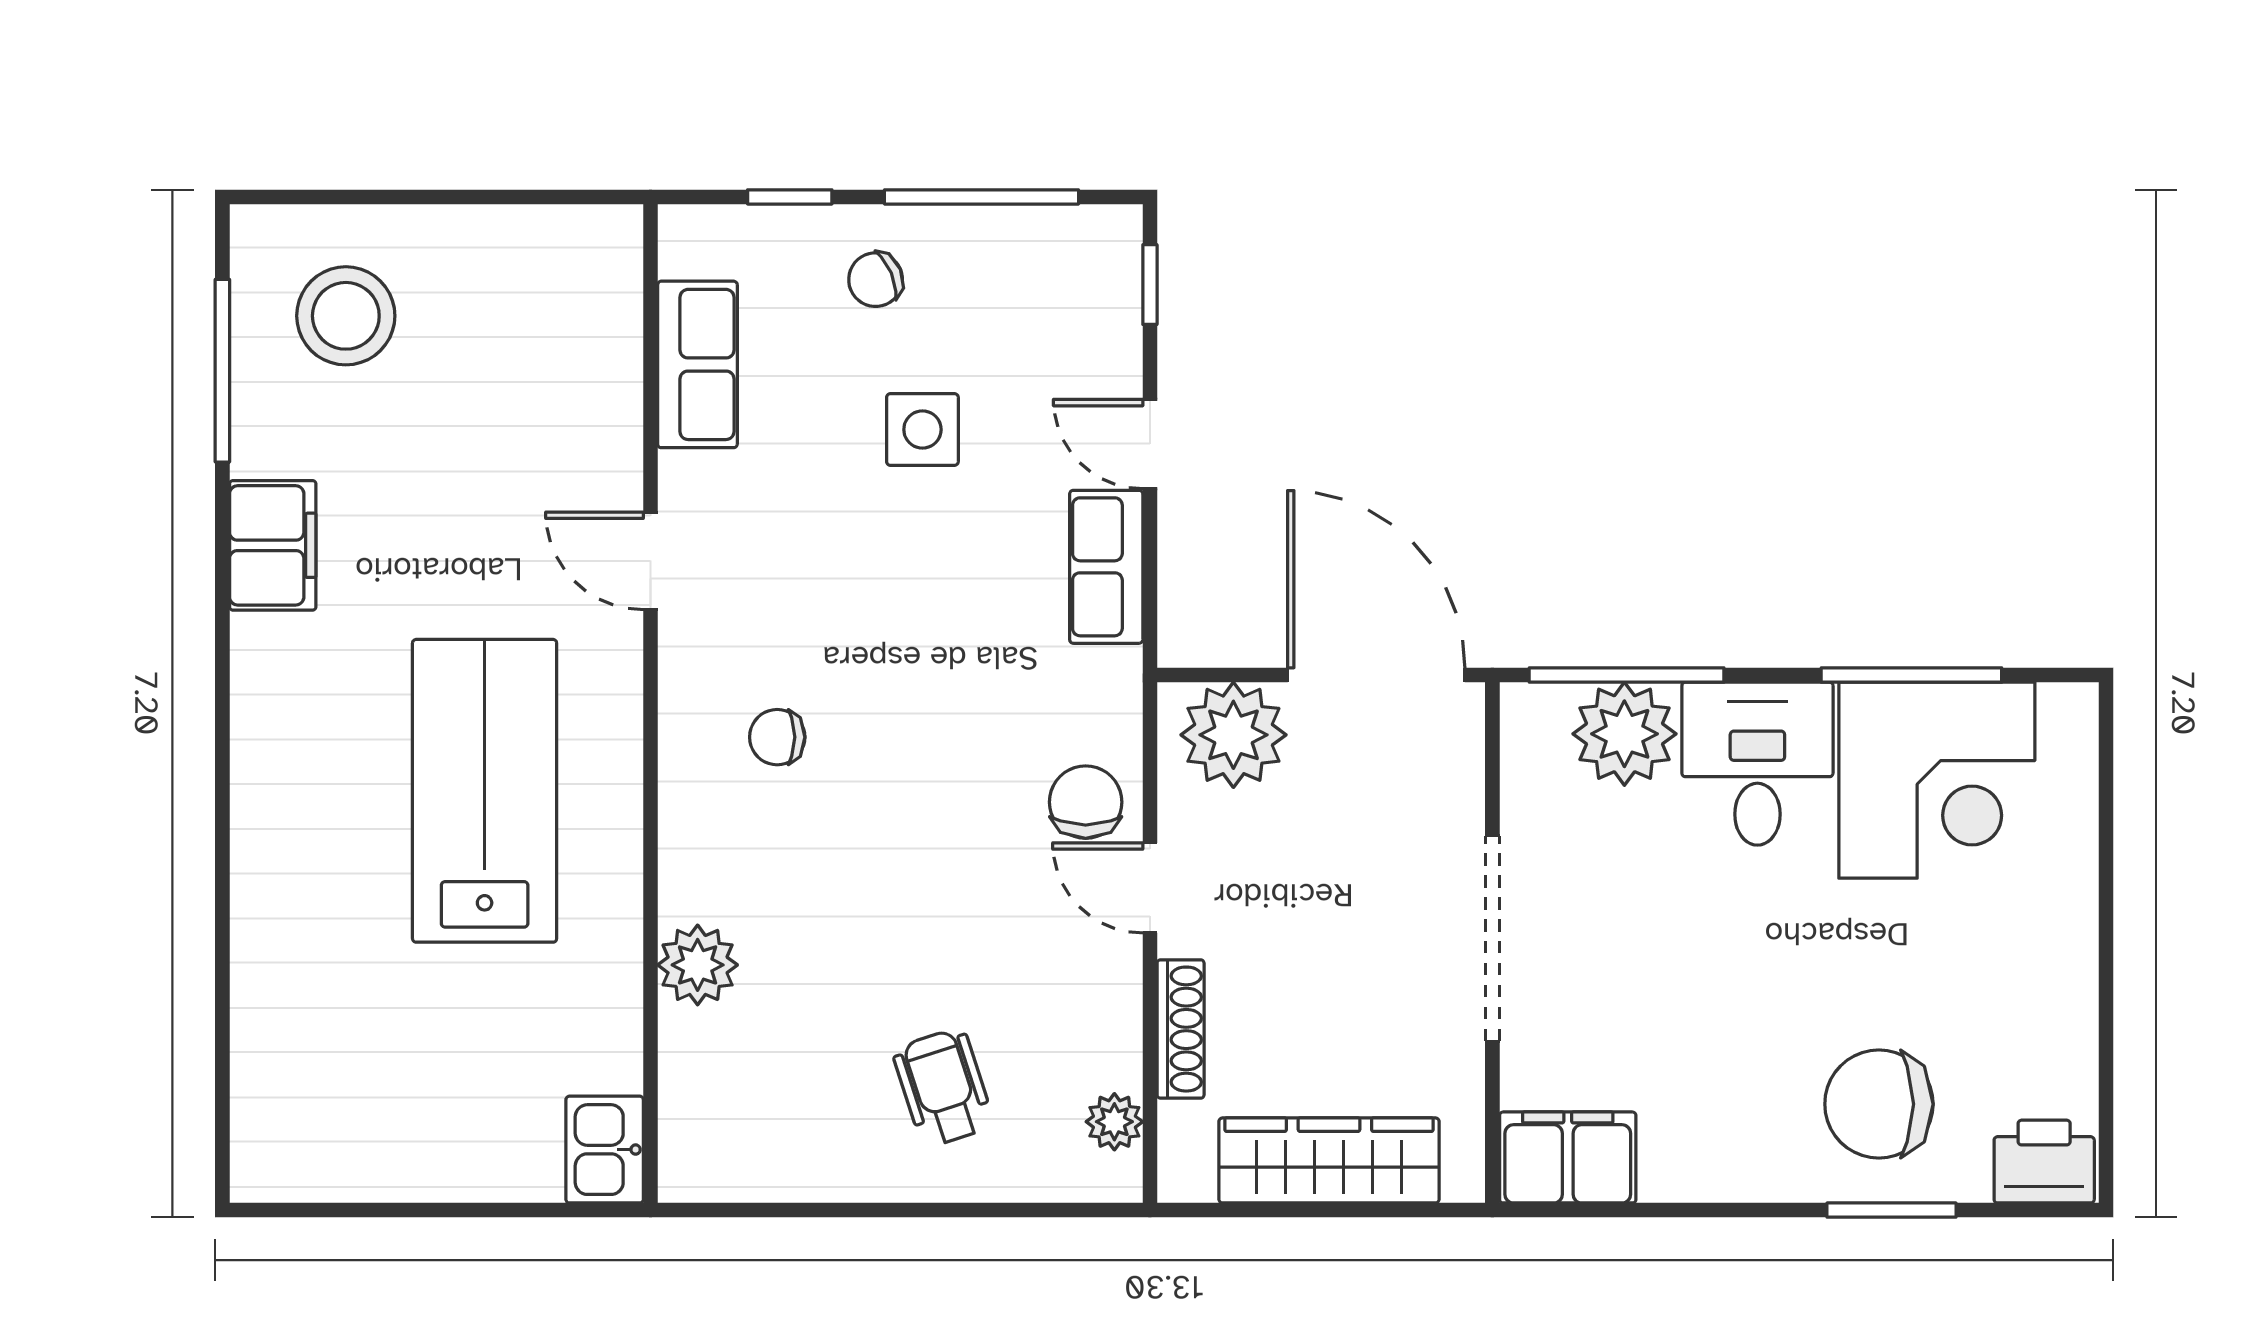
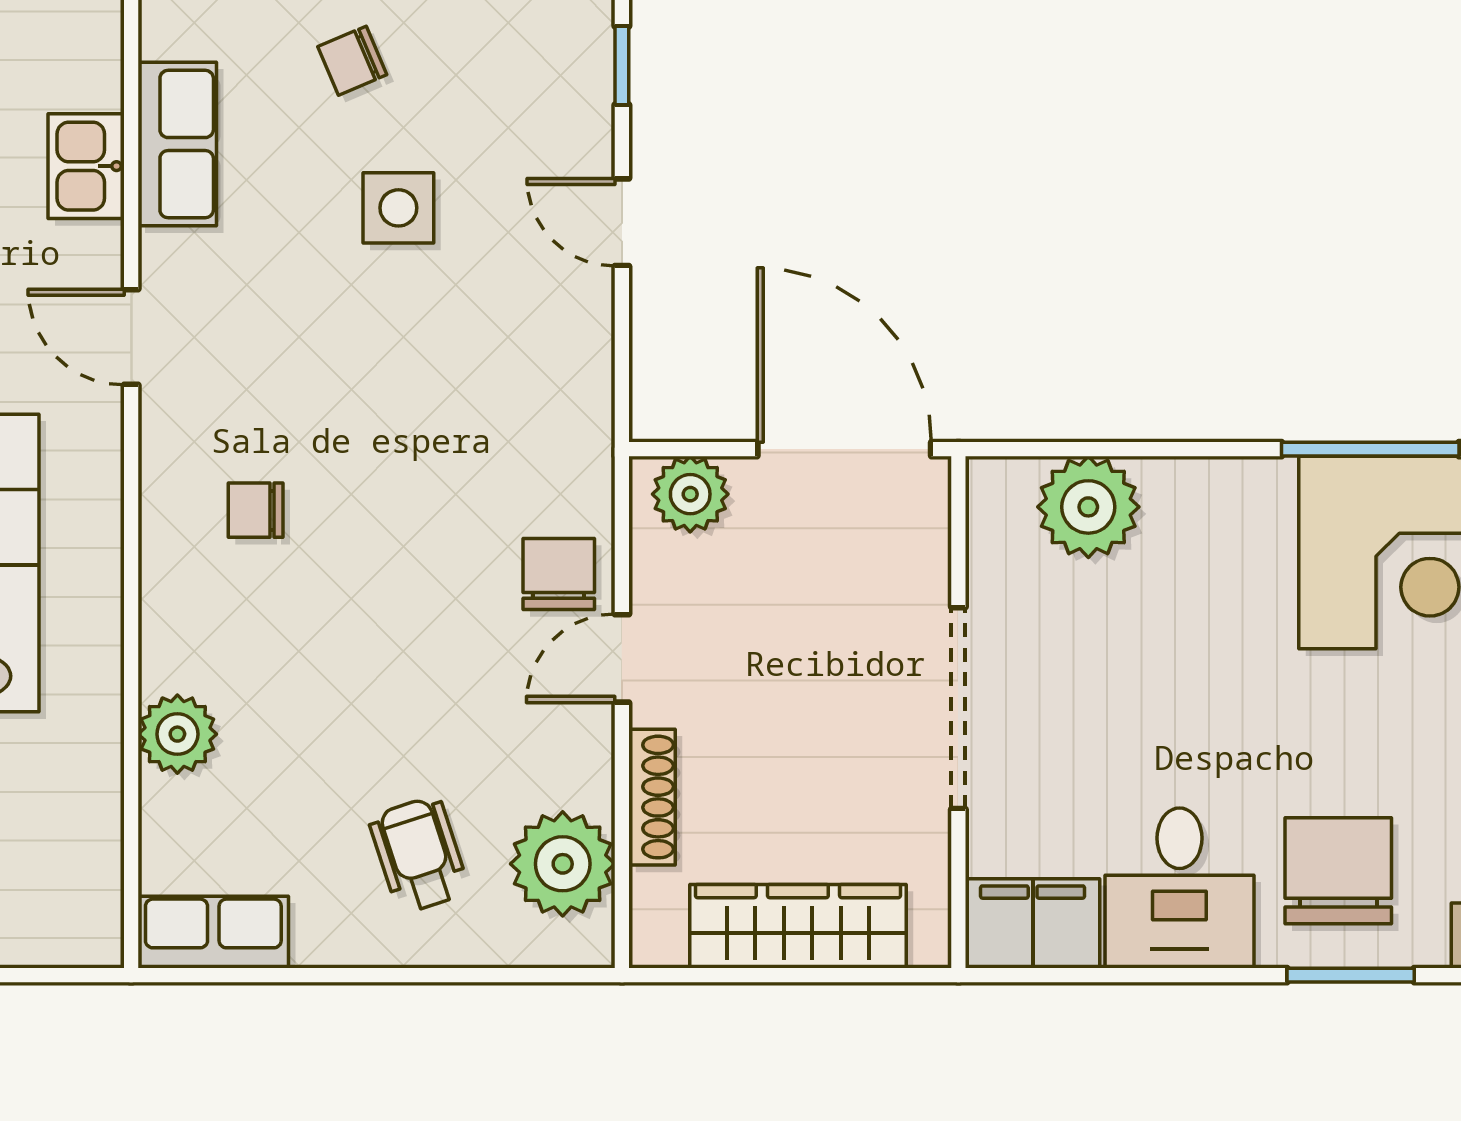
row of seats: (1106, 567) -> (213, 932), moved, turned 90
window: (1627, 675) -> (1090, 449), removed
plant: (1233, 735) -> (690, 494), width x0.73, depth x0.73
desk: (1757, 764) -> (1179, 888), moved, turned 180
door: (1150, 888) -> (622, 658), hinge flipped
chair: (1879, 1104) -> (1338, 871), turned 90
plant: (1114, 1122) -> (563, 864), width x1.87, depth x1.87
kitchen sink: (605, 1150) -> (86, 166), moved

